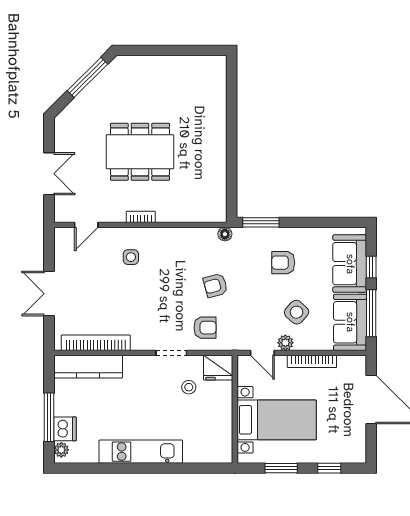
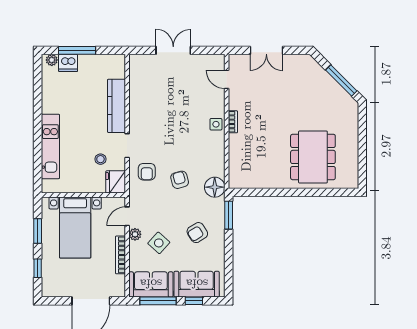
dining table: (140, 152) -> (313, 157), moved
floor lamp: (225, 234) -> (215, 187), width x1.89, depth x1.89
side table: (131, 257) -> (216, 124), moved
armchair: (283, 263) -> (197, 233), turned -122
bookcase: (96, 343) -> (135, 87), removed
kitchen counter: (88, 367) -> (116, 106), moved
kitchen unit: (141, 452) -> (50, 146), moved

